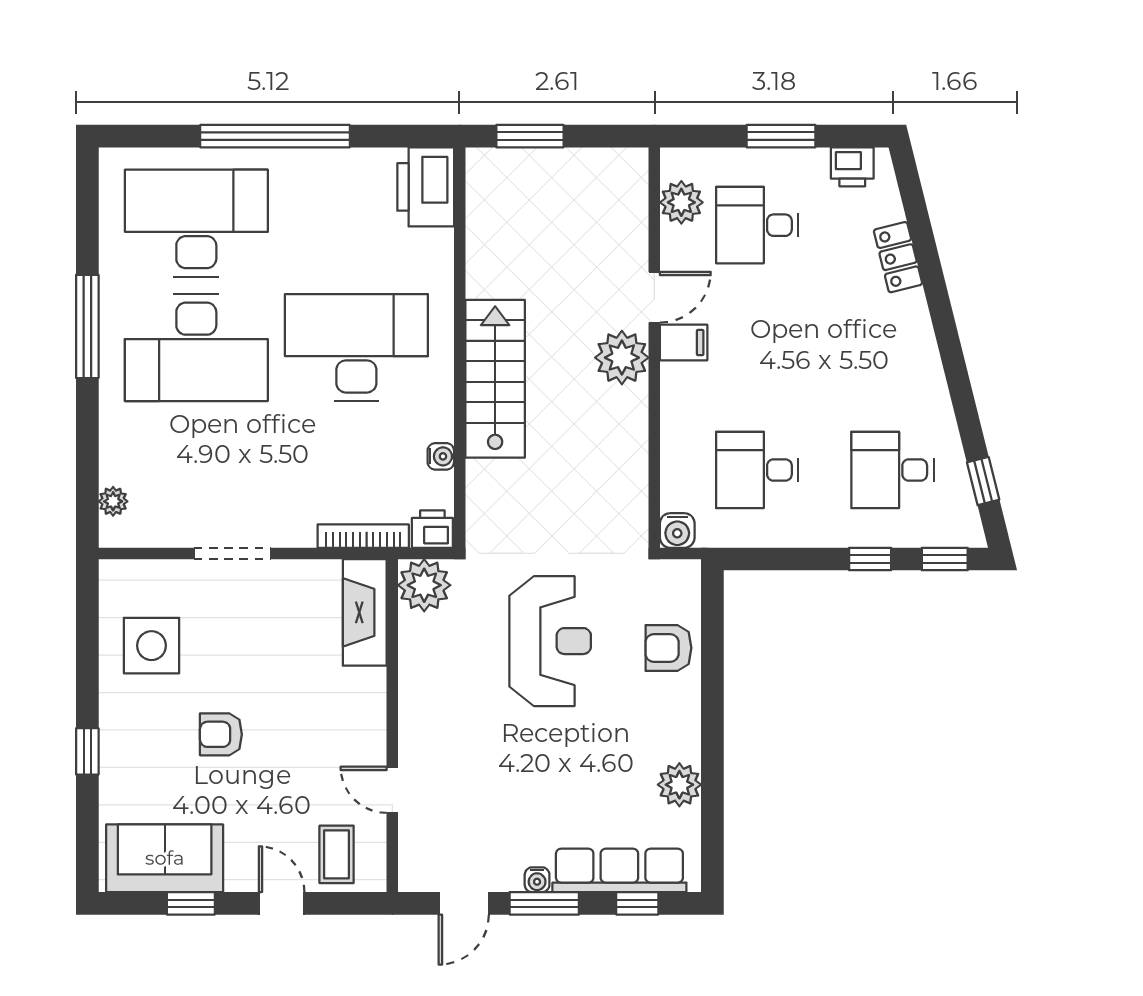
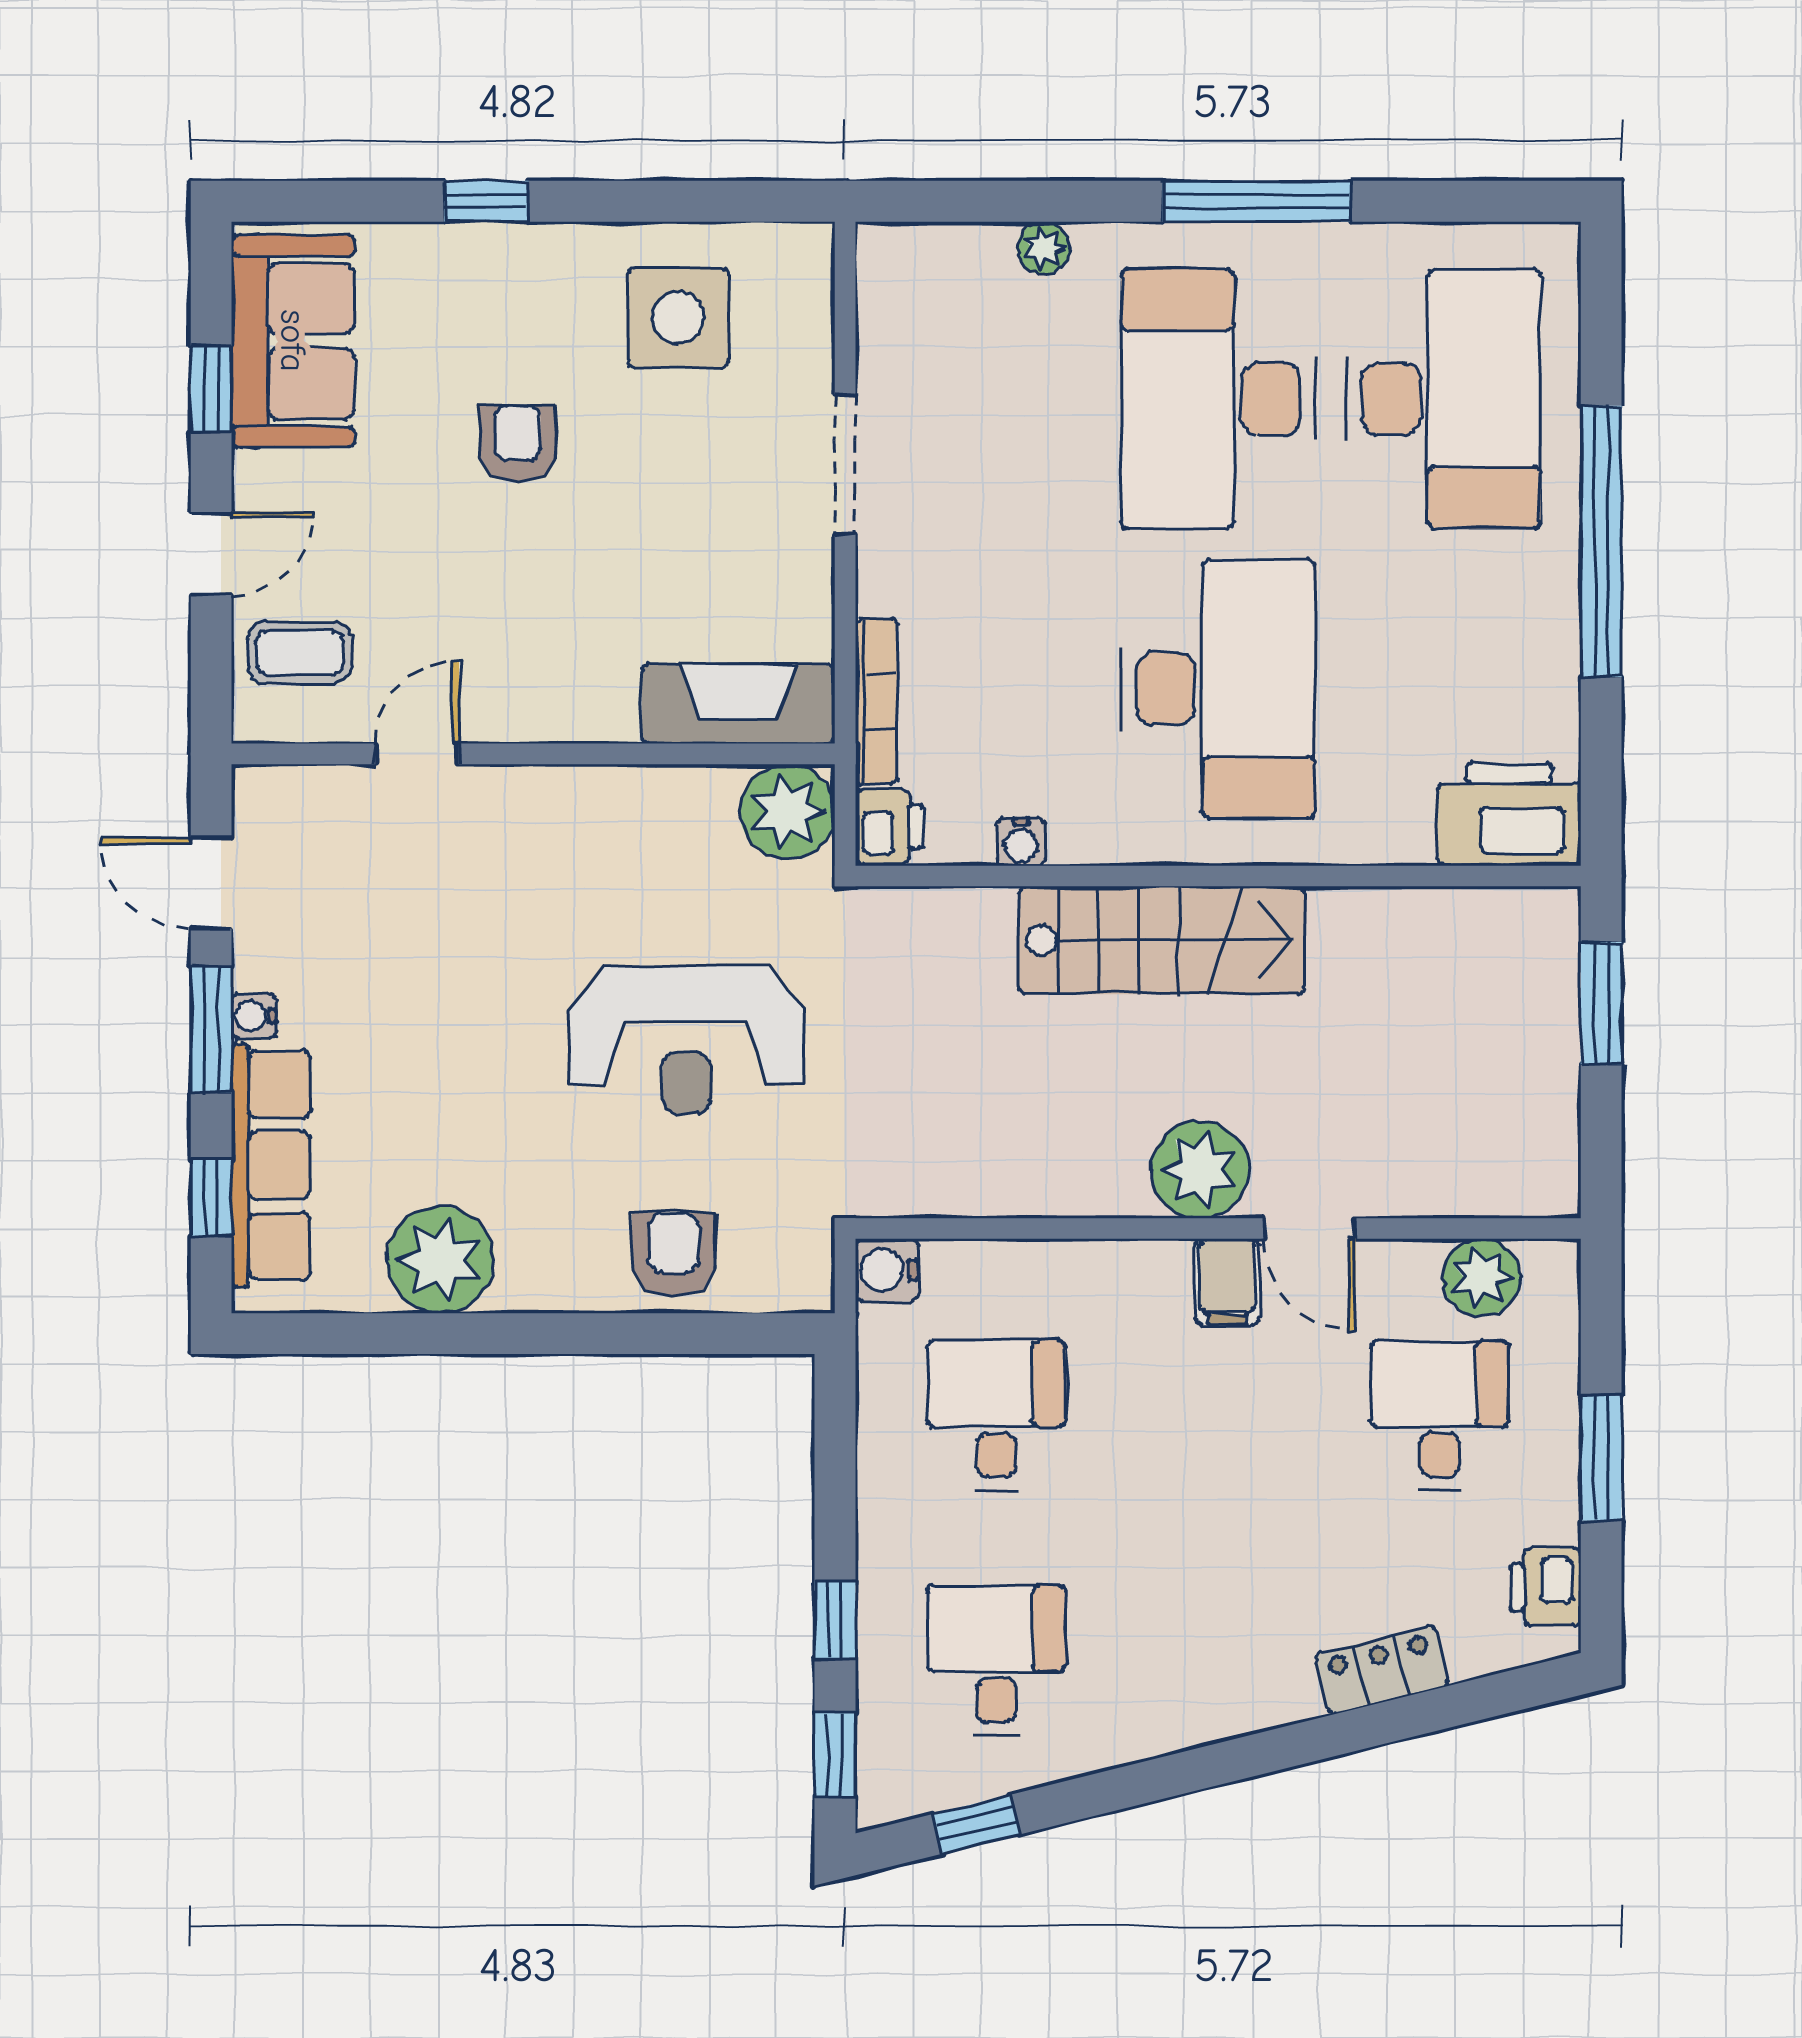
plant: (113, 501) -> (1044, 248), moved
plant: (679, 785) -> (440, 1260), width x1.36, depth x1.36

